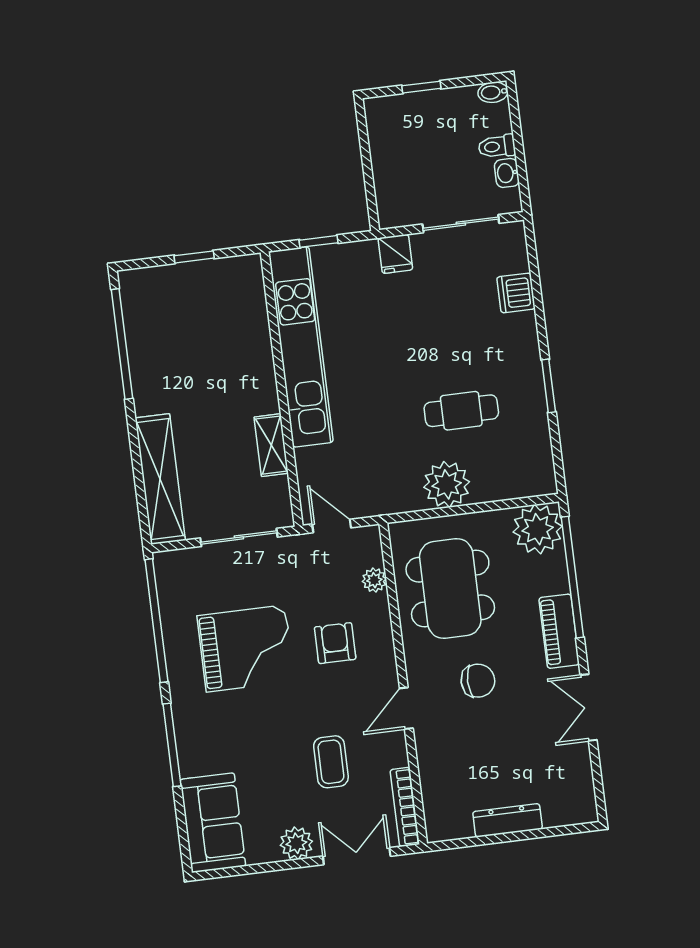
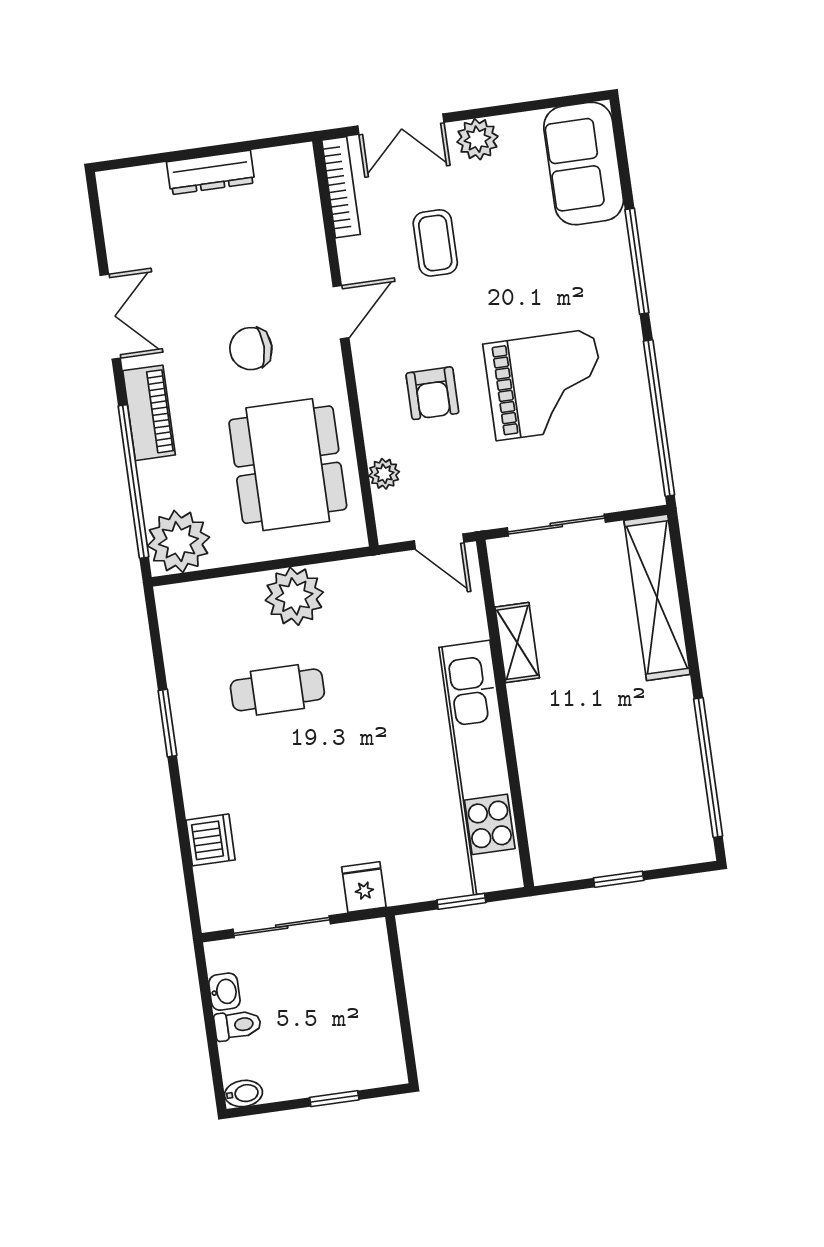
grand piano: (246, 648) -> (545, 385), turned 180

